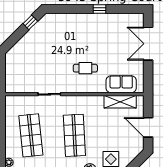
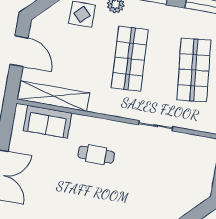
shelving: (120, 102) -> (54, 96), width x1.47

